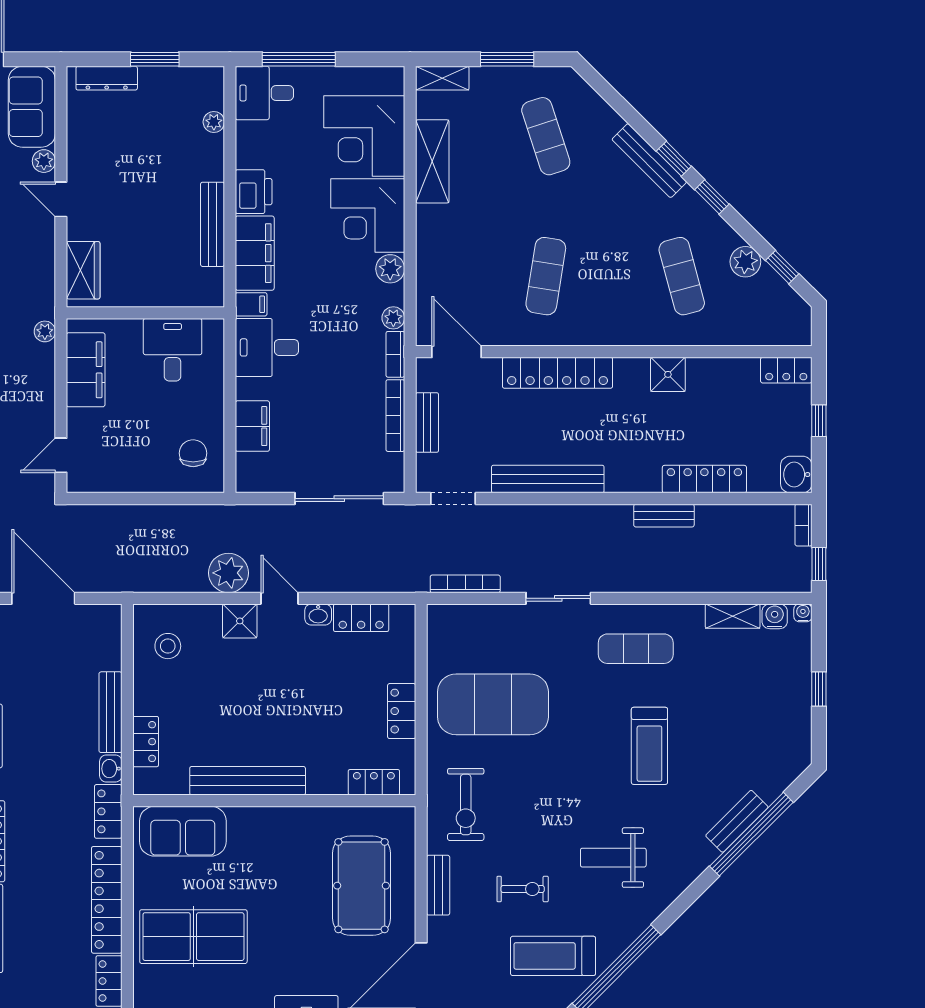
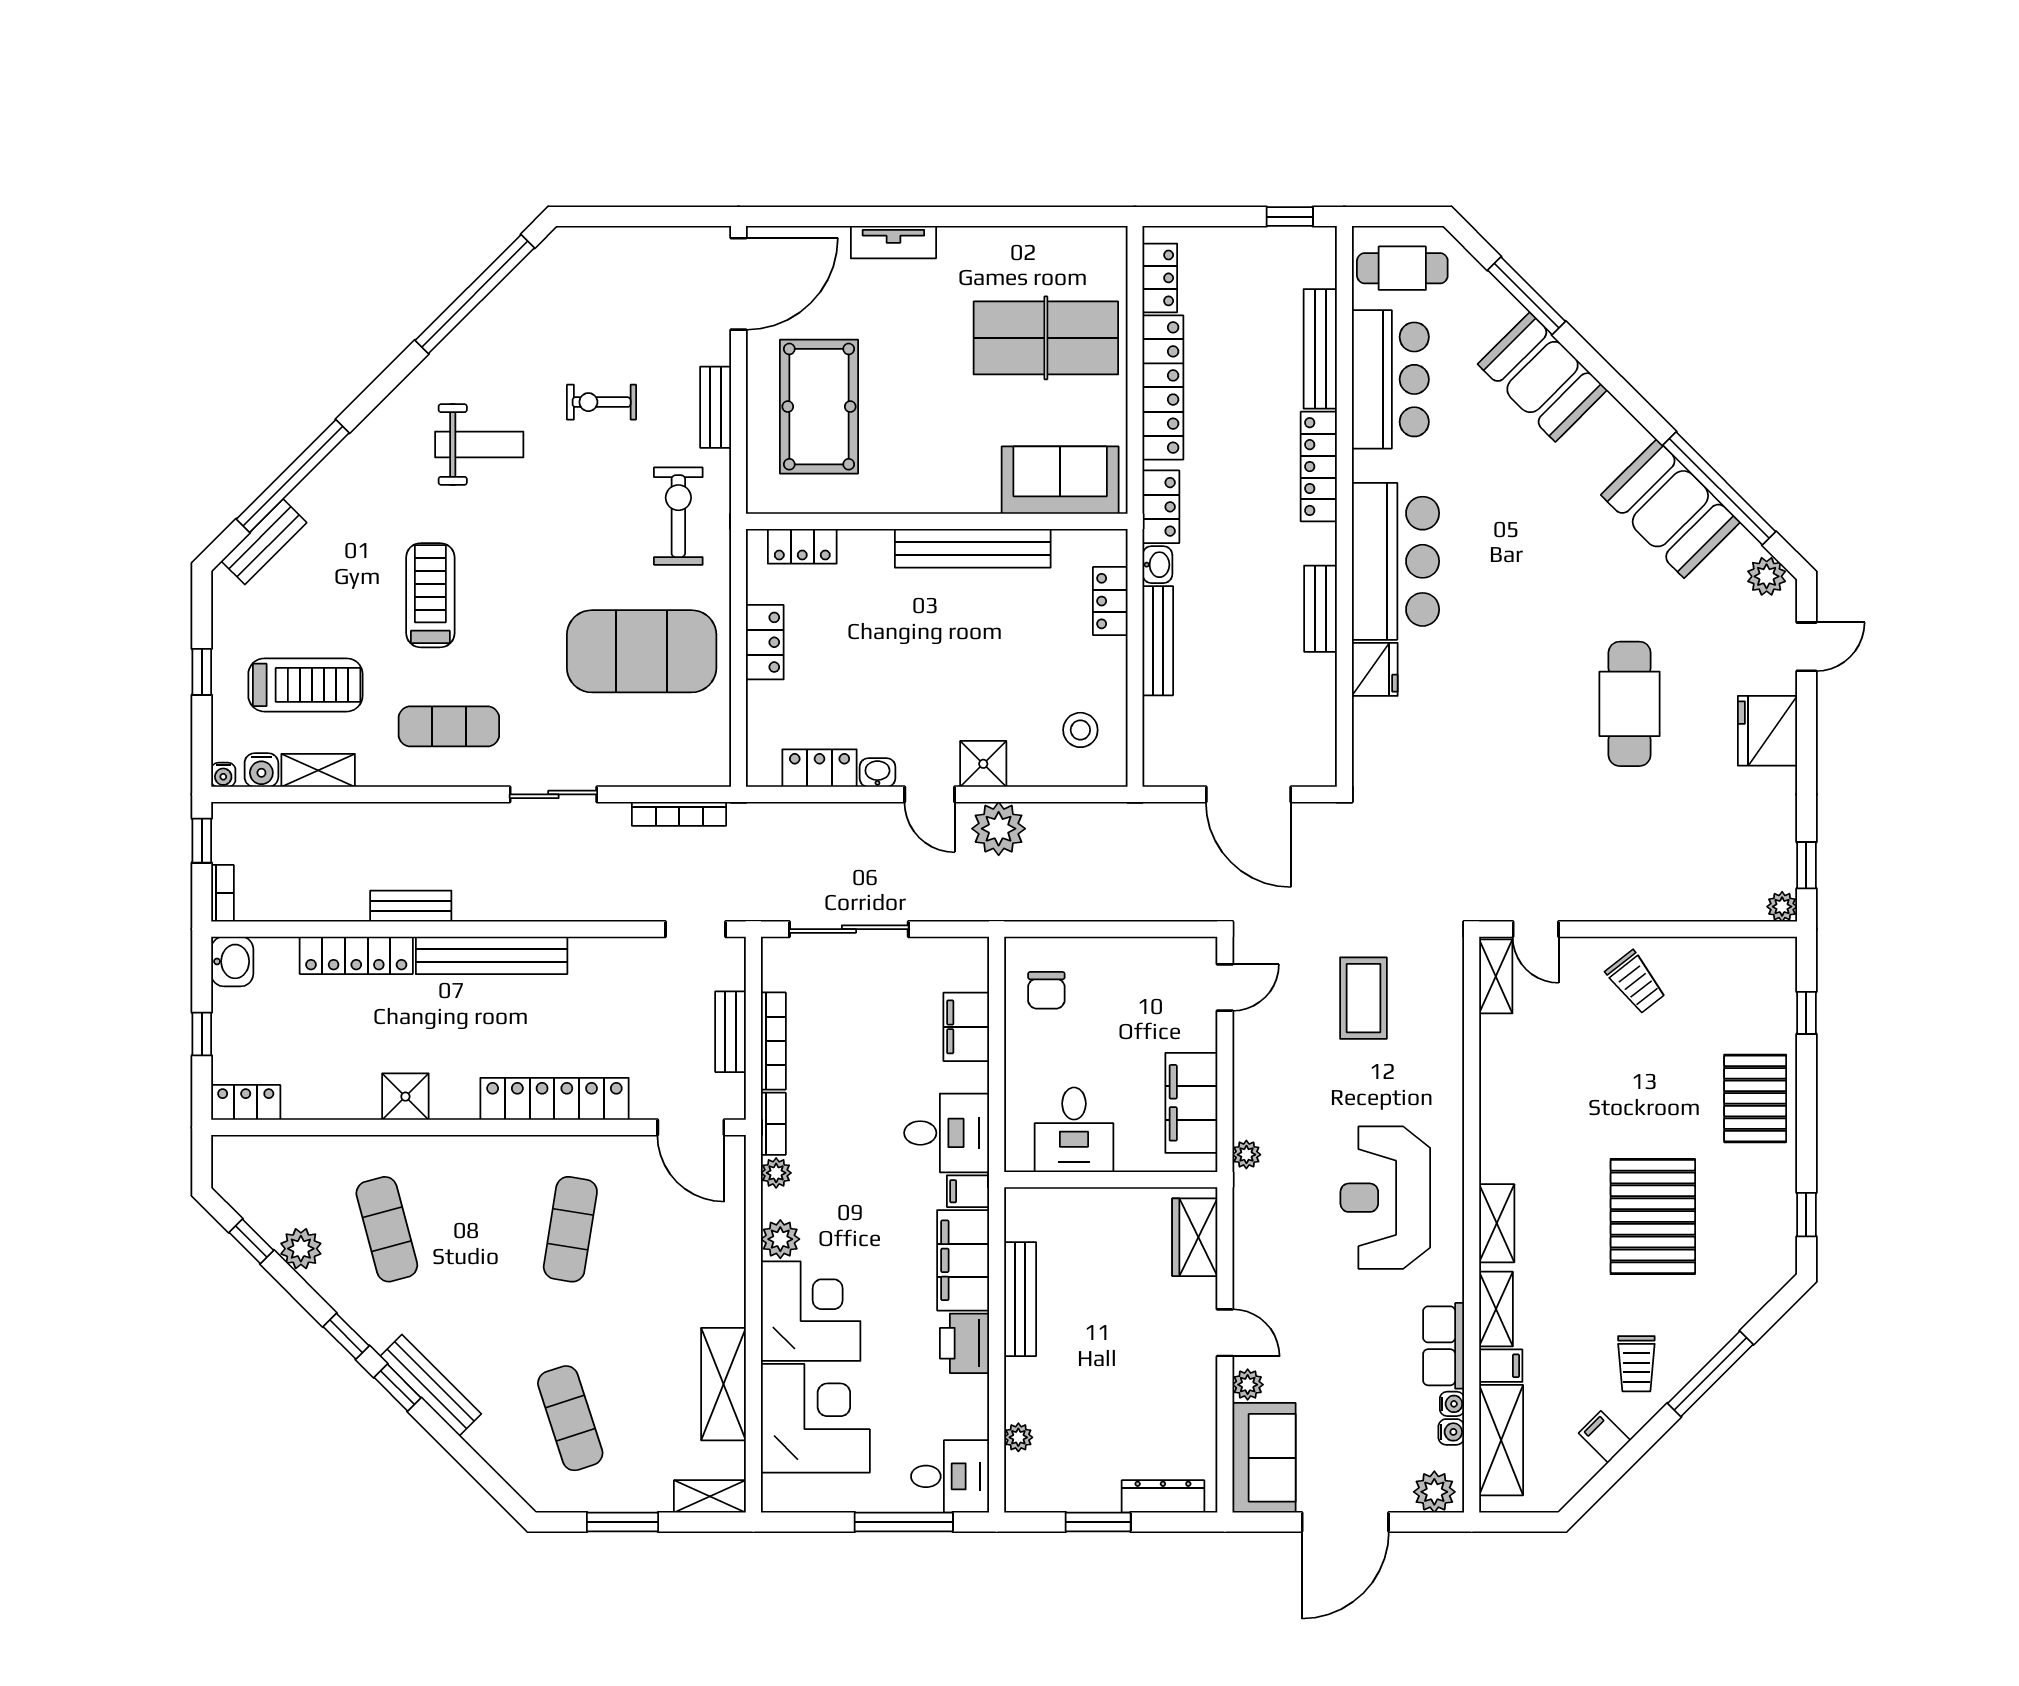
bench: (548, 479) -> (492, 955), moved
bench: (737, 821) -> (264, 542), moved
treadmill: (553, 956) -> (305, 685), moved

